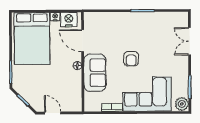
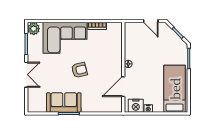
bed: (32, 39) -> (175, 89), width x0.67
door: (83, 41) -> (123, 87), swing flipped
double door: (189, 41) -> (26, 75), moved
armchair: (131, 59) -> (79, 70), turned 76
sofa: (95, 73) -> (64, 103), moved, turned 90

